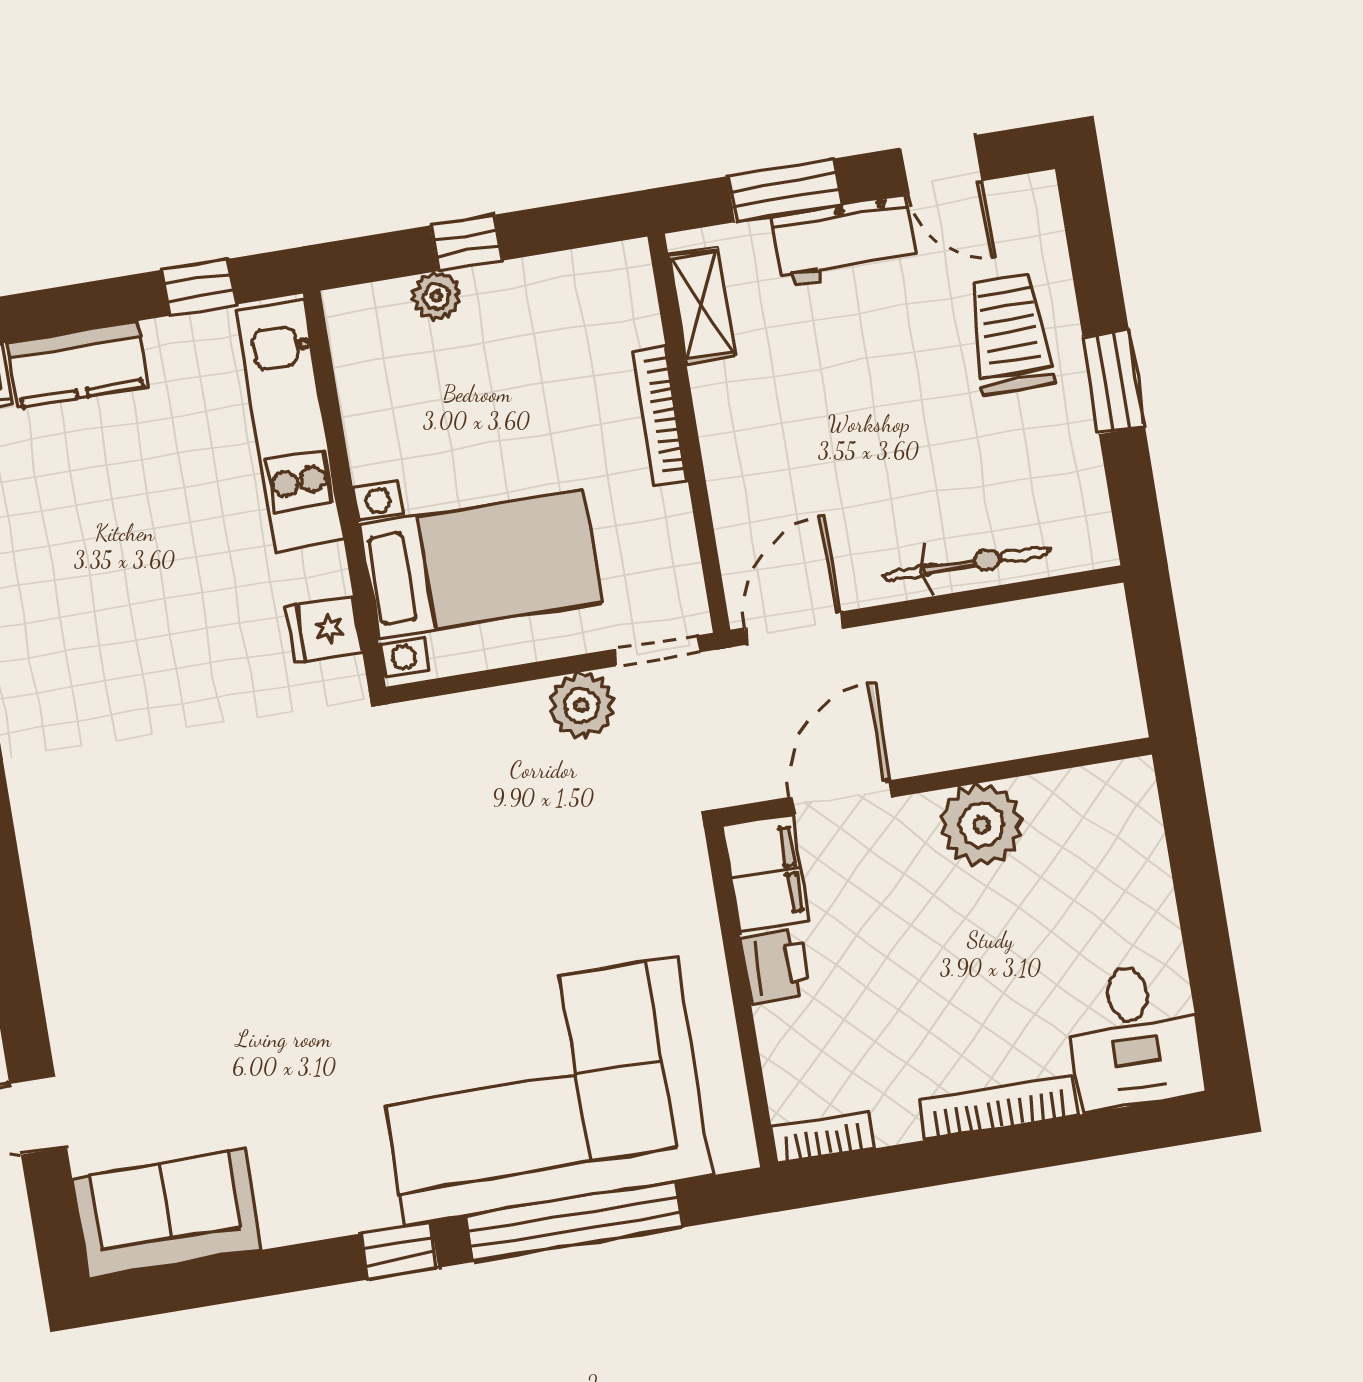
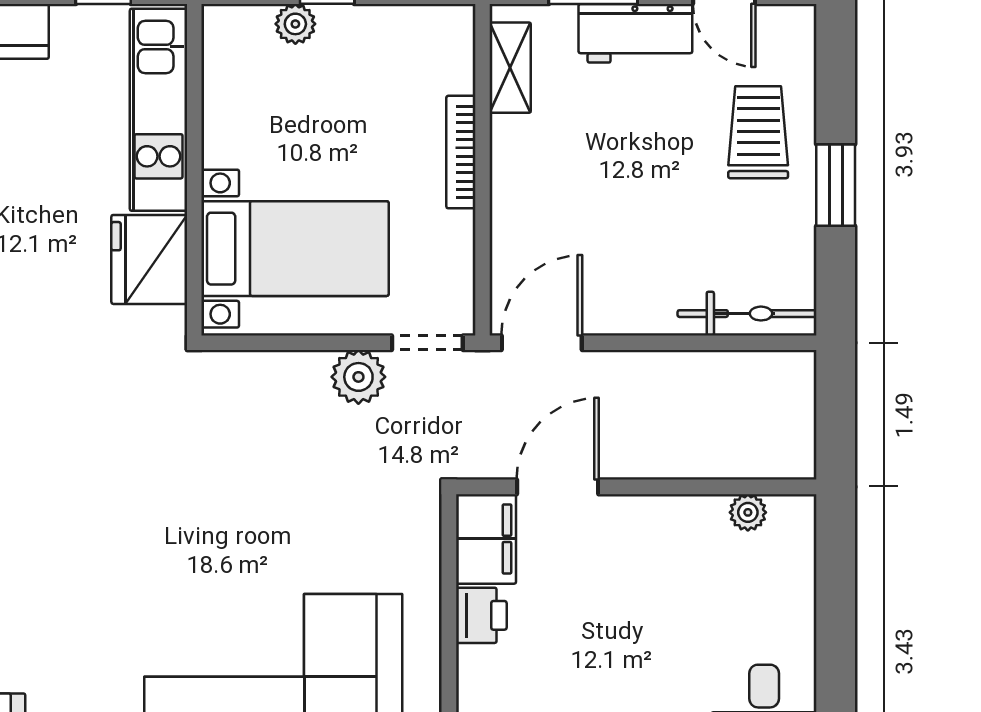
bicycle: (967, 564) -> (747, 314), moved
fridge: (324, 629) -> (149, 259), width x1.88, depth x1.34
plant: (982, 825) -> (748, 512), moved, width x0.53, depth x0.53

